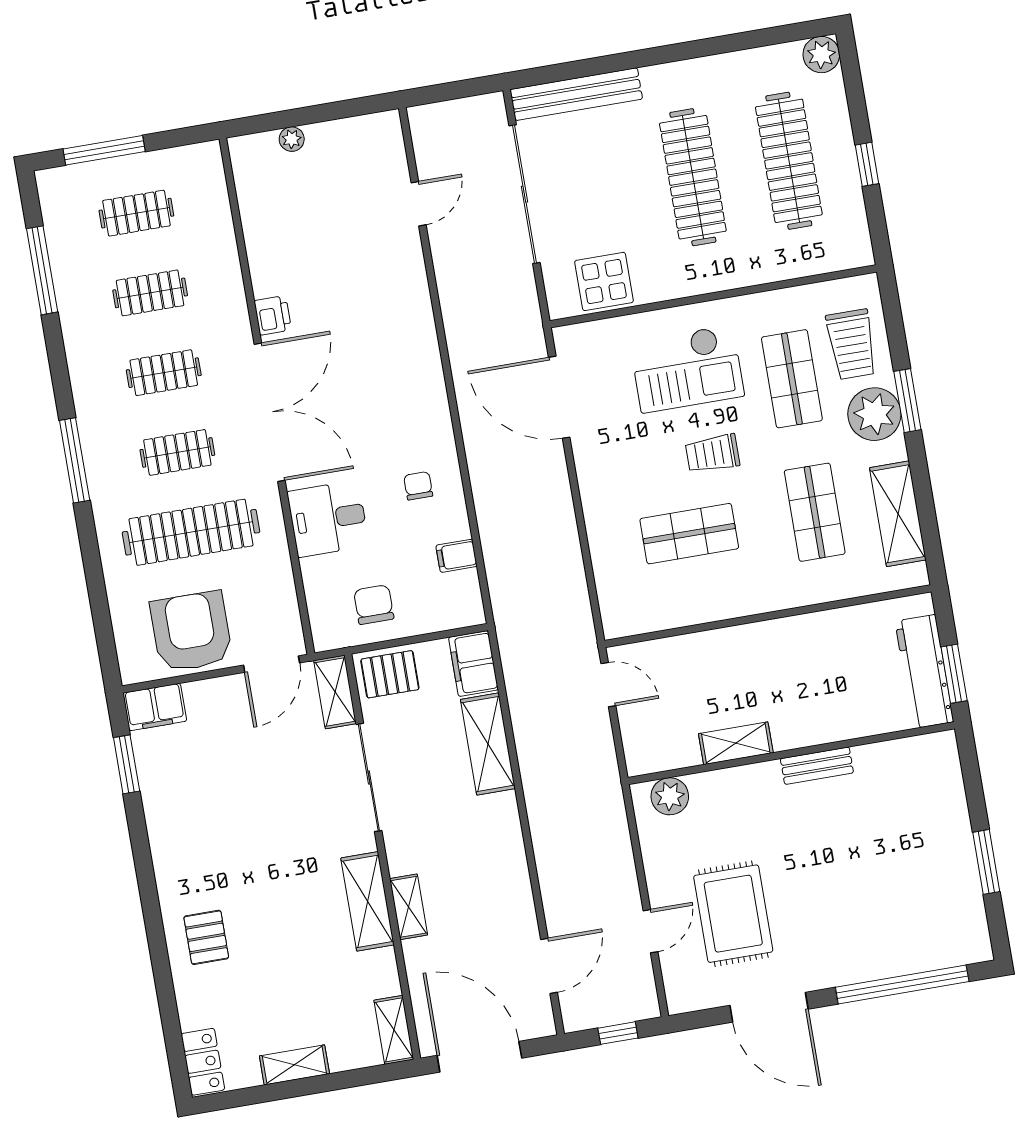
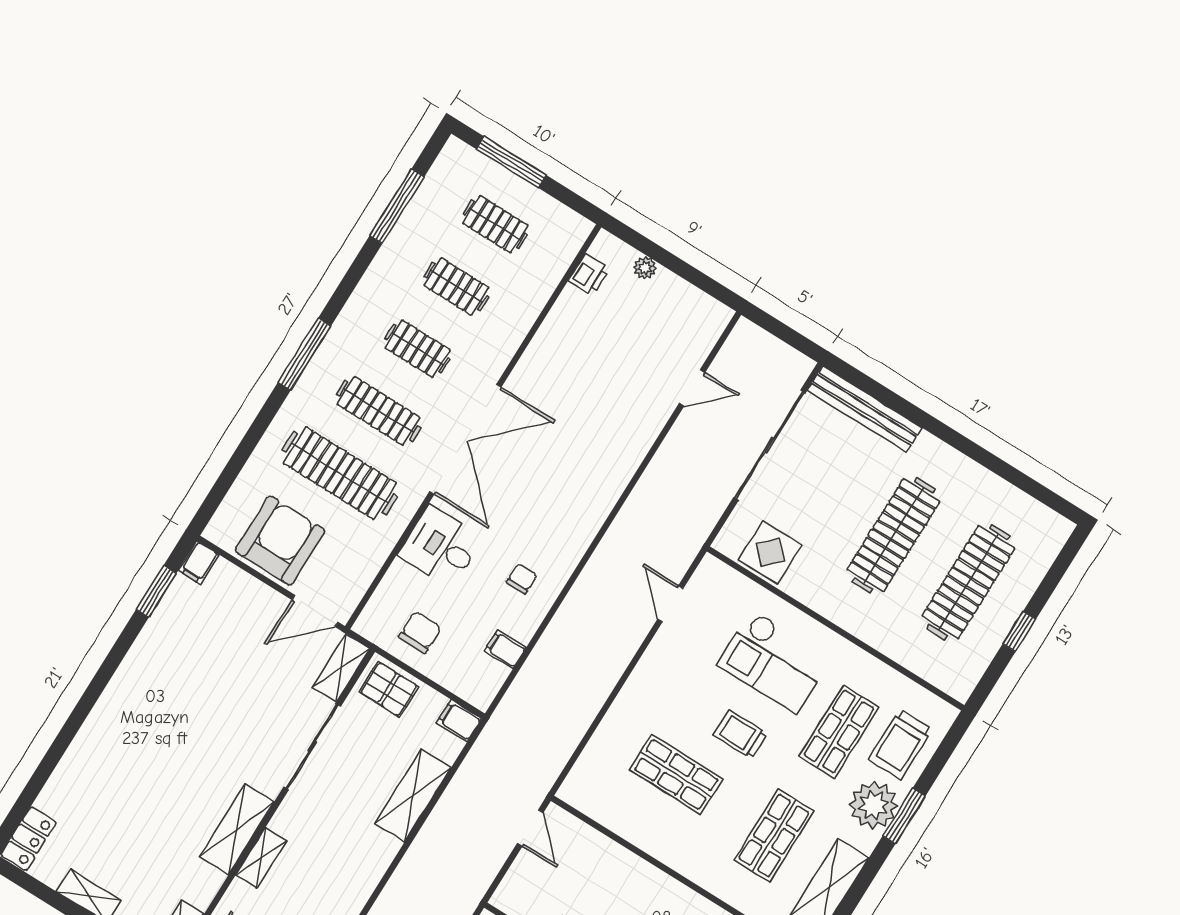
plant: (821, 55) -> (1054, 530), removed
printer: (273, 315) -> (589, 275), moved
door: (559, 397) -> (670, 604), width x0.53
clothes rail: (177, 452) -> (379, 411), width x1.36
filing cabinet: (473, 664) -> (459, 721), width x0.50
filing cabinet: (155, 707) -> (199, 563), width x0.50
pallet: (206, 937) -> (106, 756), removed

